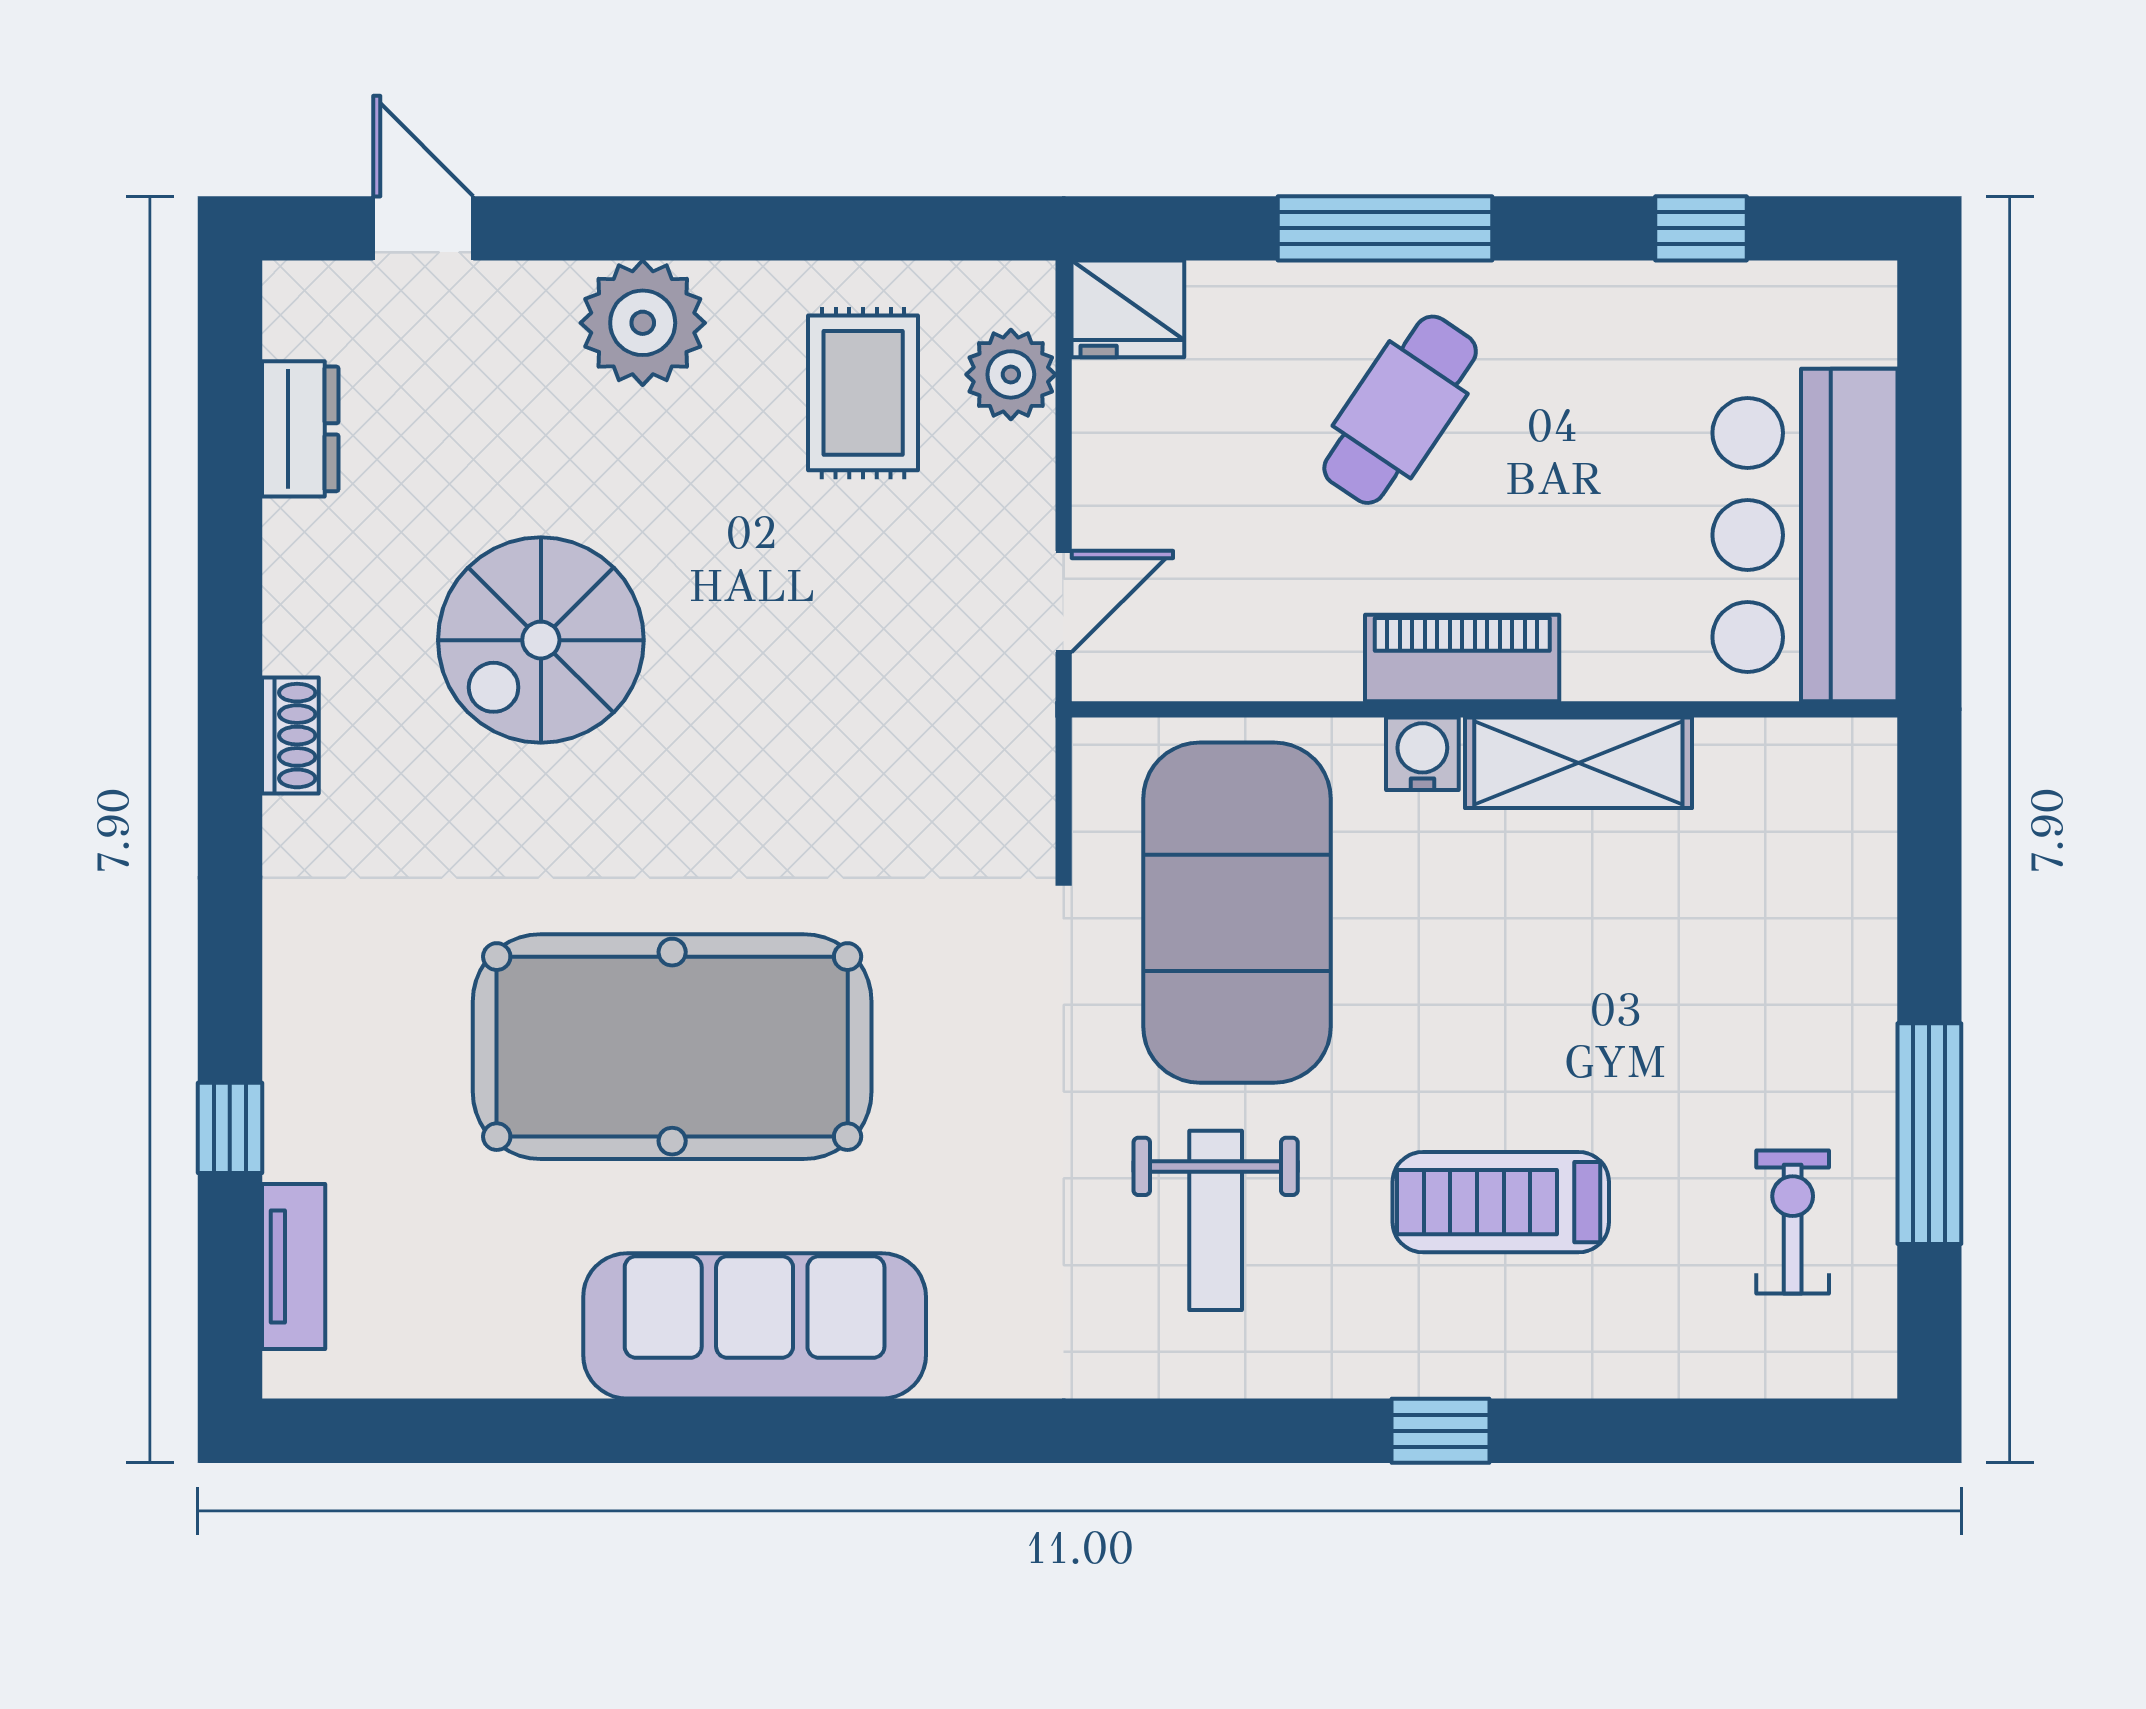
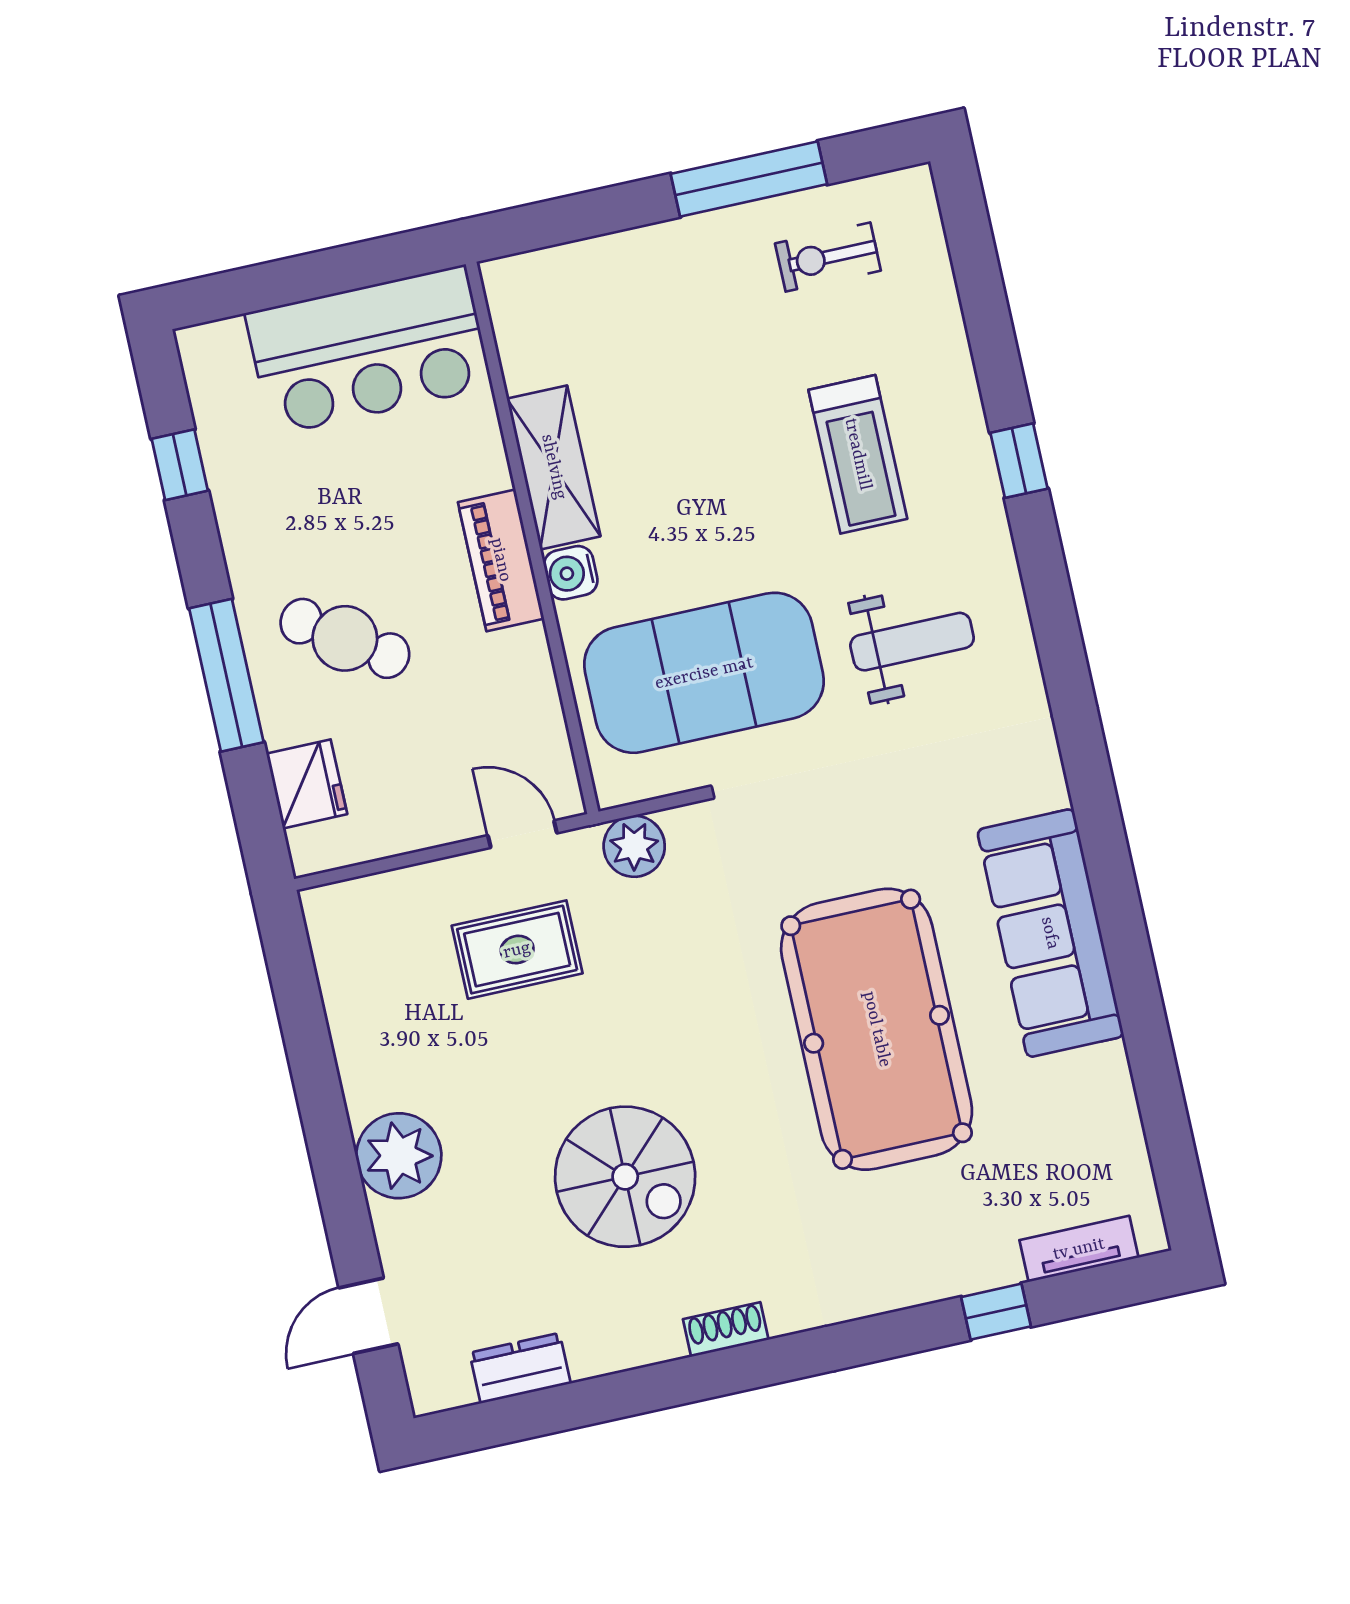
fridge: (1128, 309) -> (307, 784), moved
plant: (1011, 374) -> (634, 846), moved
rug: (863, 393) -> (517, 950), moved

